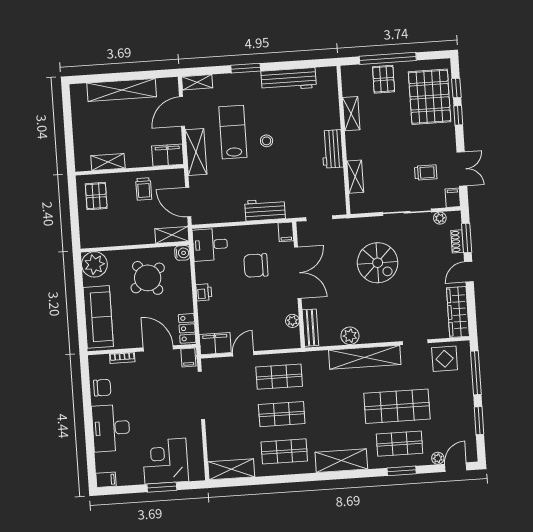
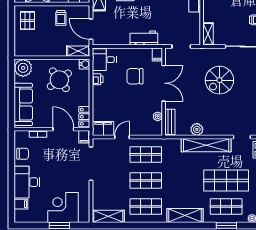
shelving: (355, 177) -> (208, 34), moved
spiral stairs: (378, 263) -> (219, 80), turned 90
printer: (204, 292) -> (98, 79), moved
filing cabinet: (106, 480) -> (21, 204), moved

